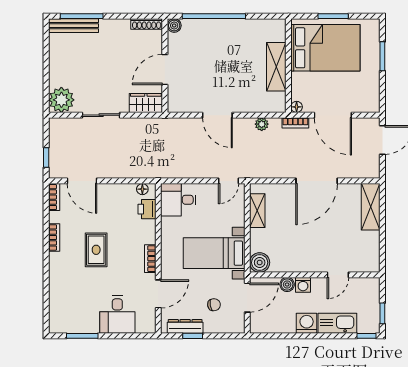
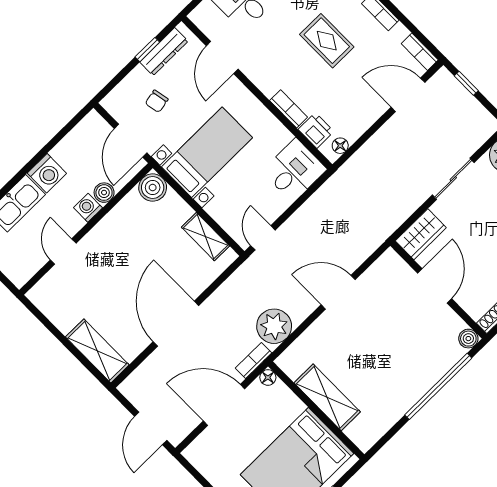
plant: (262, 124) -> (274, 326), width x1.88, depth x1.88
bookcase: (150, 259) -> (289, 109), moved

